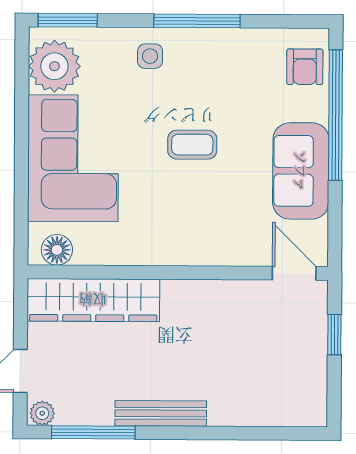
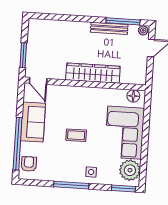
wardrobe: (93, 300) -> (93, 73), moved
window: (334, 335) -> (23, 55), width x1.50
bench: (161, 413) -> (109, 28), moved

